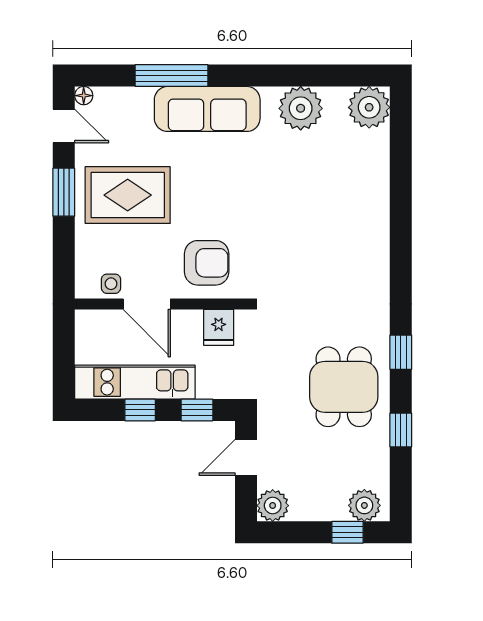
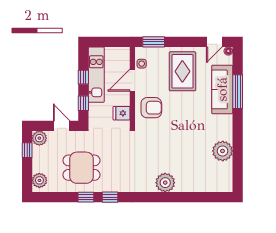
plant: (369, 107) -> (165, 183), moved
sofa: (207, 109) -> (222, 89), moved
window: (64, 192) -> (154, 42), moved
armchair: (207, 263) -> (151, 108), turned -90
dining table: (344, 387) -> (81, 168), moved
window: (401, 430) -> (86, 197), moved
window: (347, 532) -> (27, 150), moved

